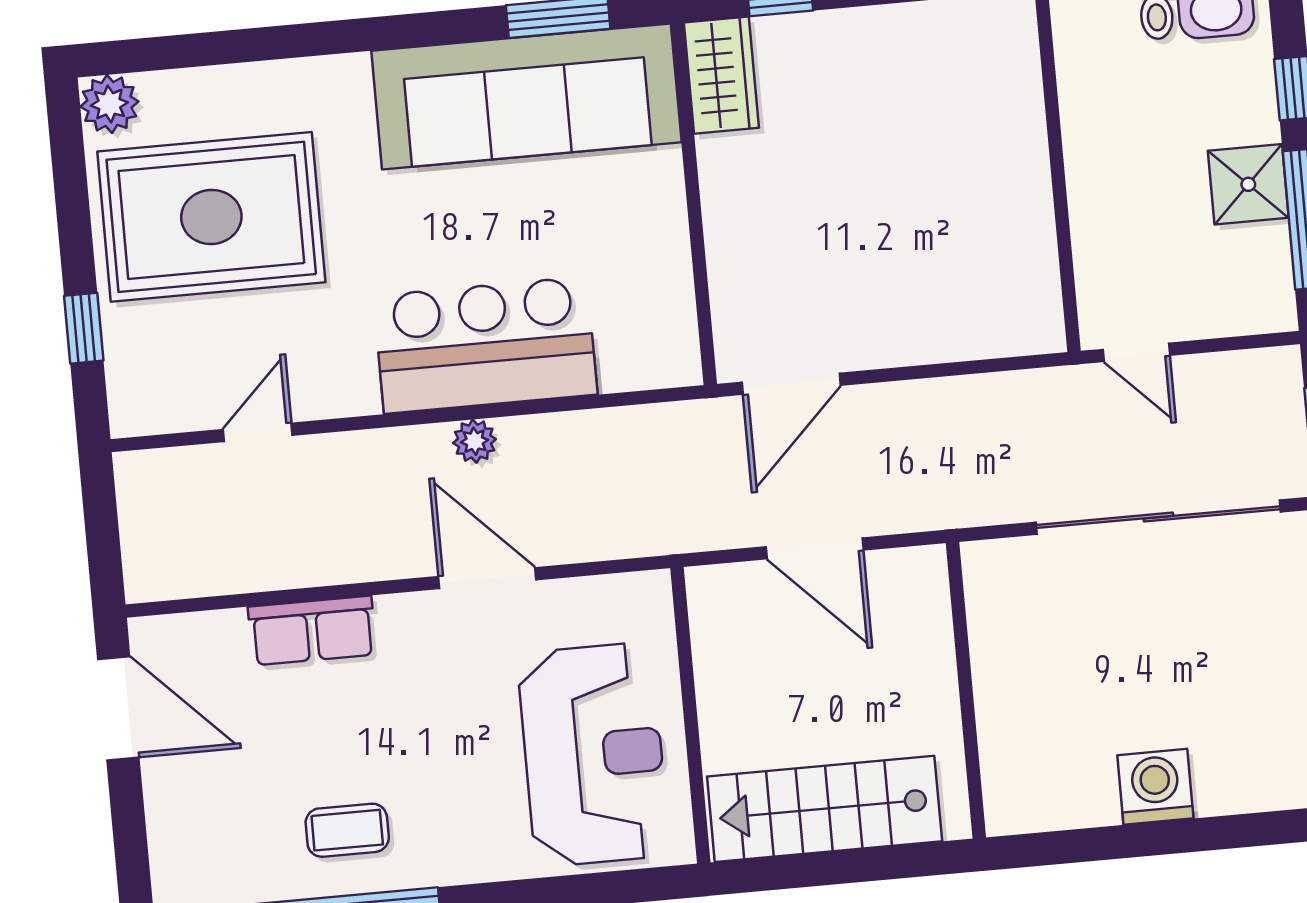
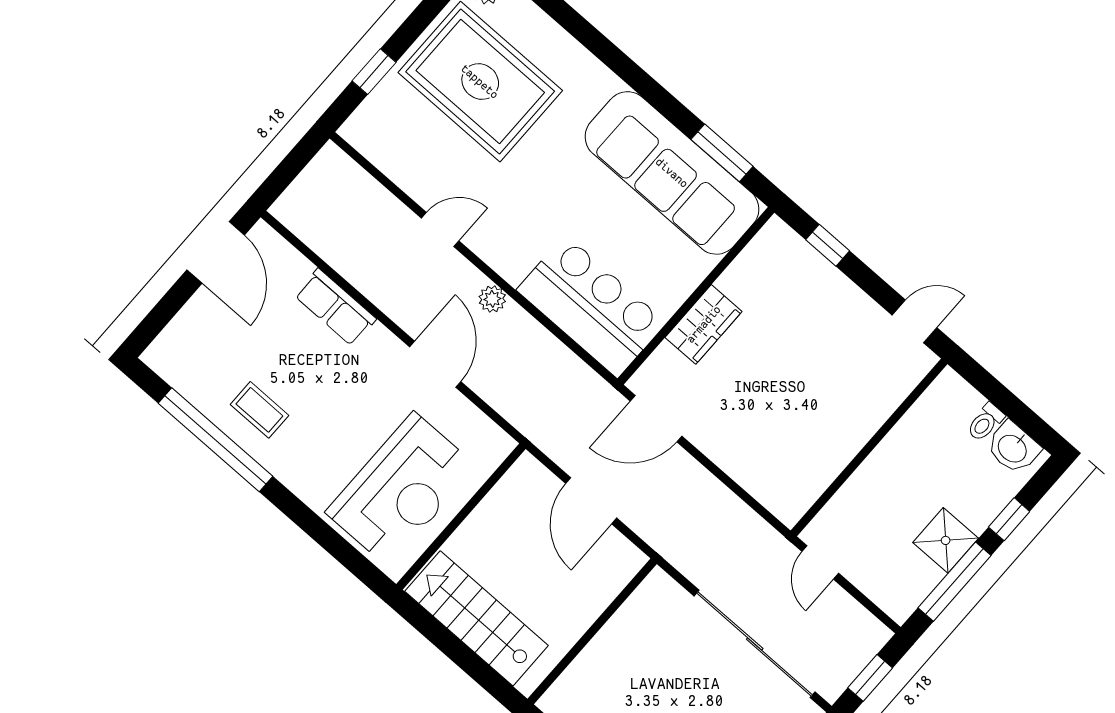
wardrobe: (721, 75) -> (704, 324), moved
bar counter: (485, 345) -> (591, 306), moved
door: (258, 432) -> (440, 230), moved

